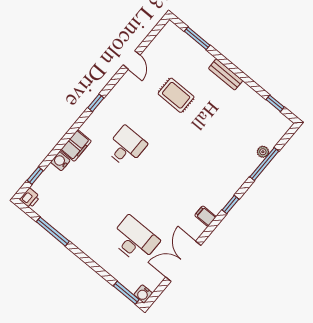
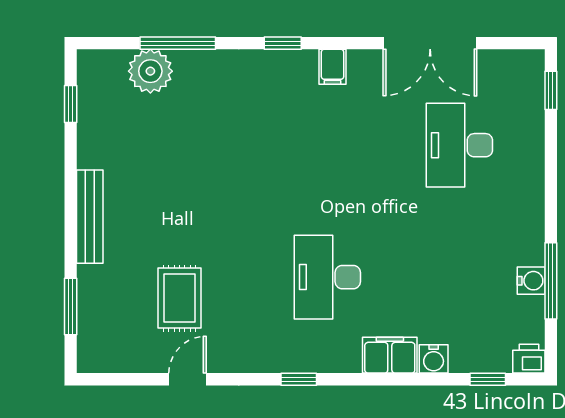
bench: (226, 74) -> (90, 217), width x1.36
rug: (176, 95) -> (179, 298), moved
desk: (126, 147) -> (327, 277), width x1.37
plant: (263, 152) -> (150, 71), width x1.88, depth x1.88
window: (126, 293) -> (551, 90), width x0.67
water cooler: (143, 294) -> (531, 281), moved

